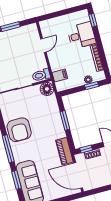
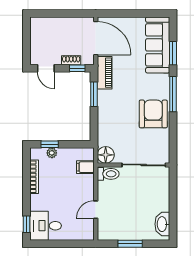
desk: (81, 35) -> (46, 226), moved
window: (65, 120) -> (94, 94), moved

